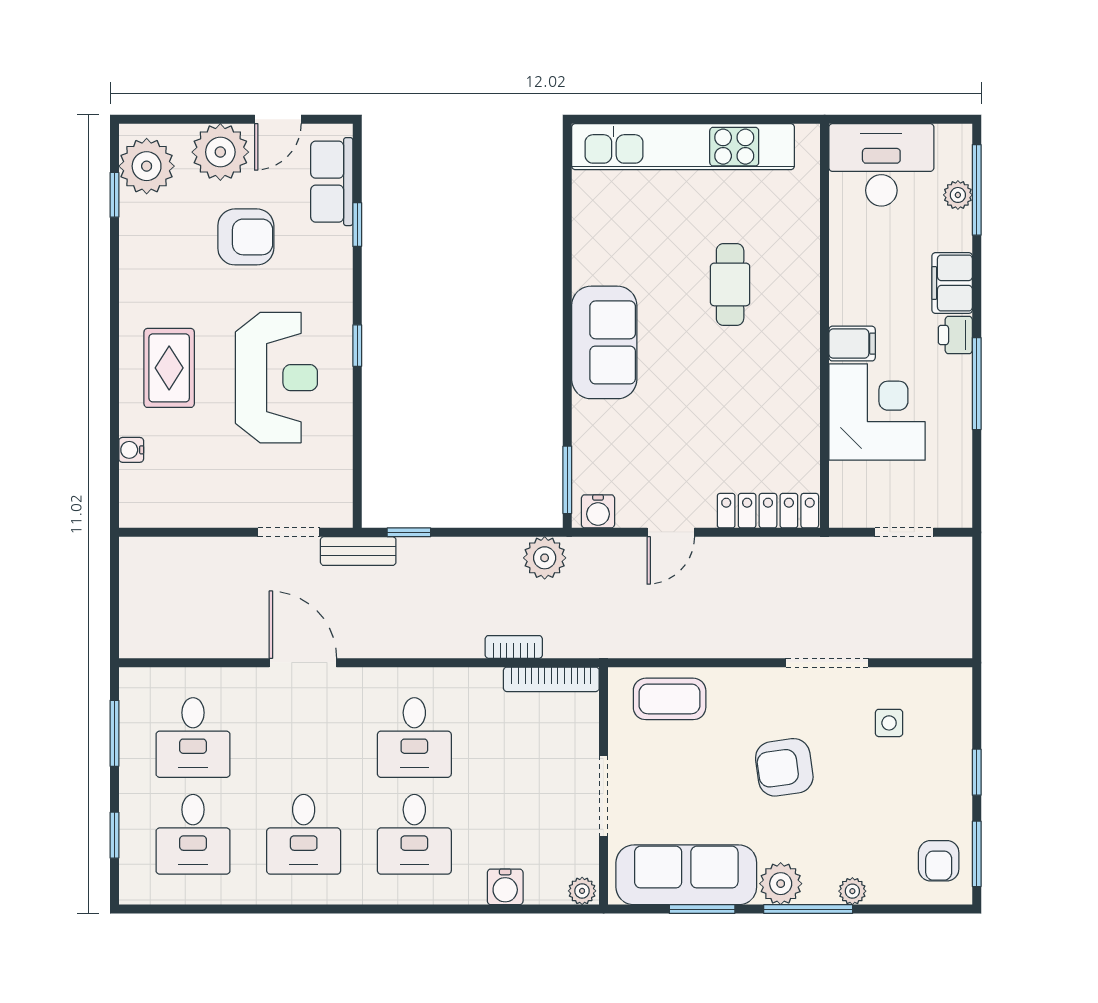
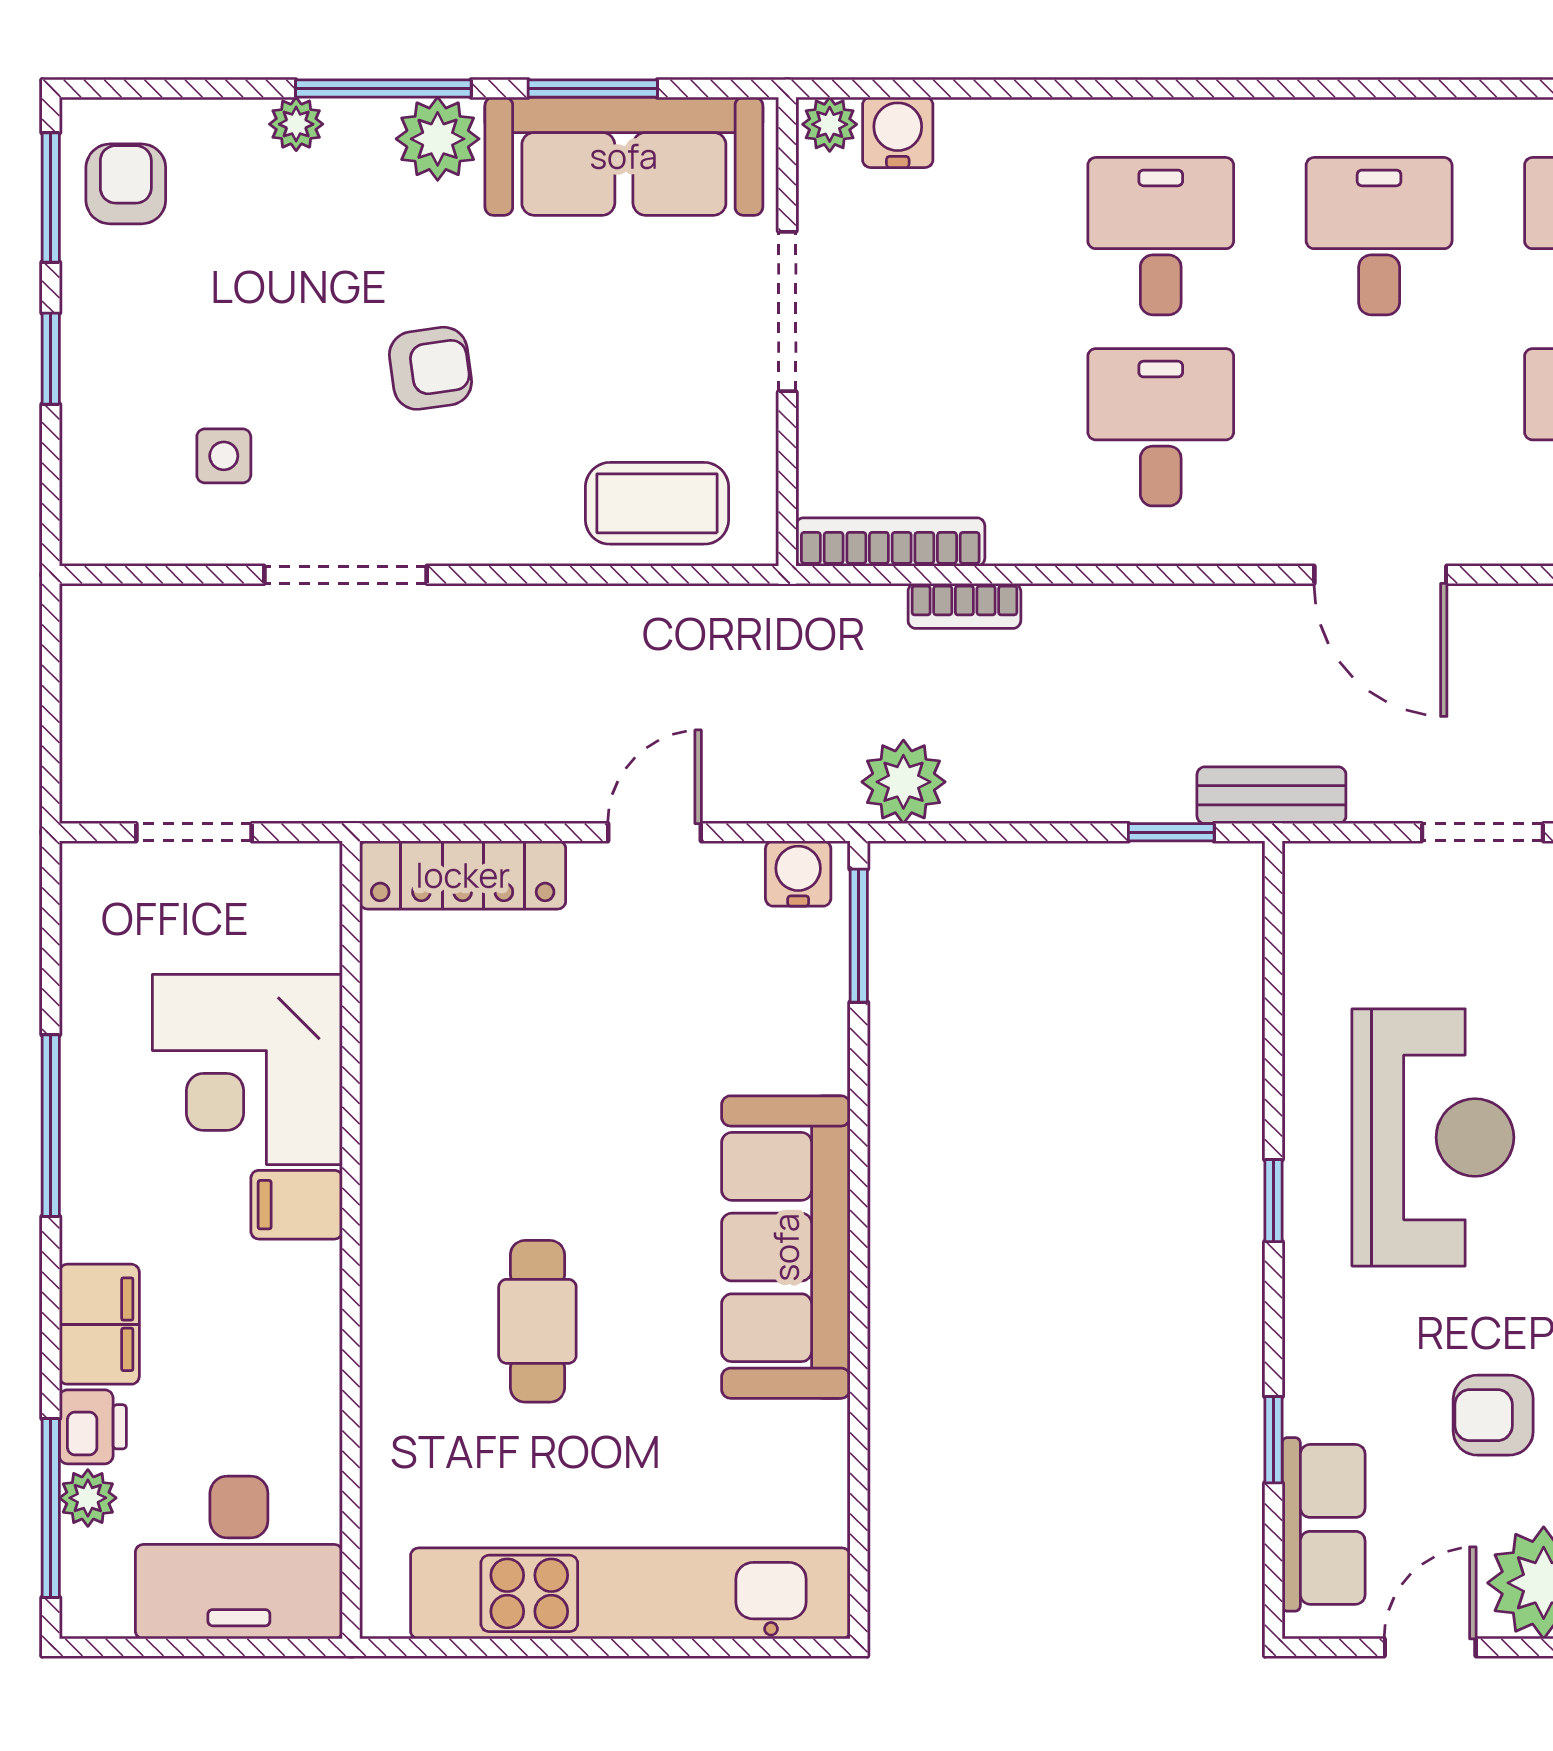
armchair: (246, 237) -> (1493, 1415), width x0.72, depth x0.72
printer: (955, 335) -> (93, 1427), moved
sofa: (604, 342) -> (786, 1247), width x1.36
reception desk: (276, 378) -> (1433, 1137), turned 180
doorway: (289, 532) -> (1482, 832), moved
armchair: (784, 767) -> (430, 368), width x0.72, depth x0.72
water cooler: (505, 887) -> (898, 132), moved

